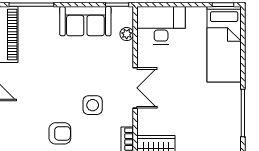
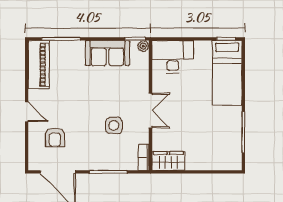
plant: (127, 34) -> (143, 46), moved
armchair: (60, 133) -> (55, 137), moved, turned 90

